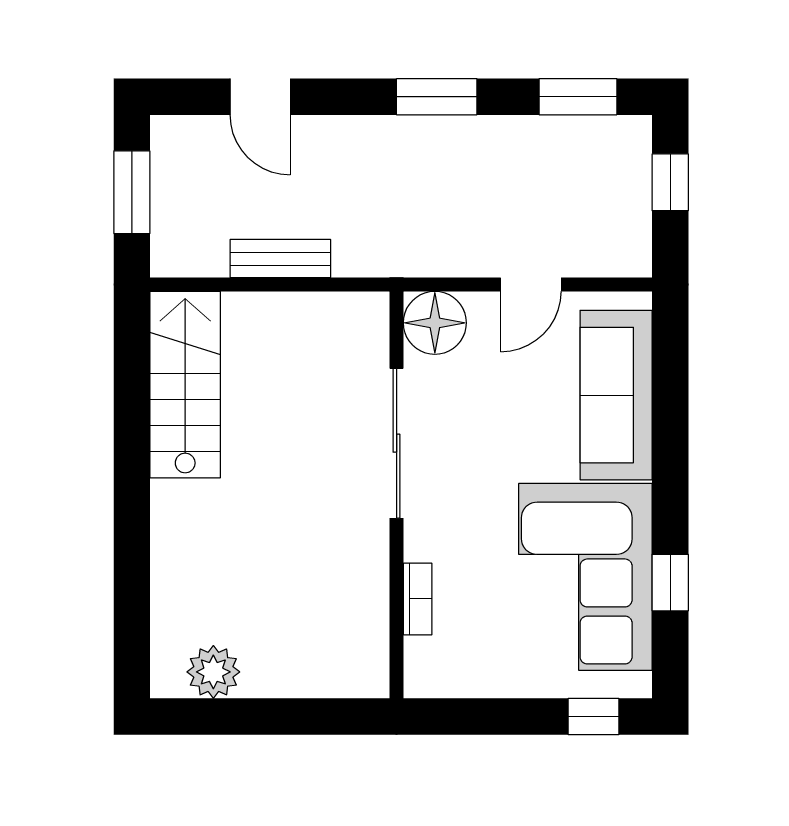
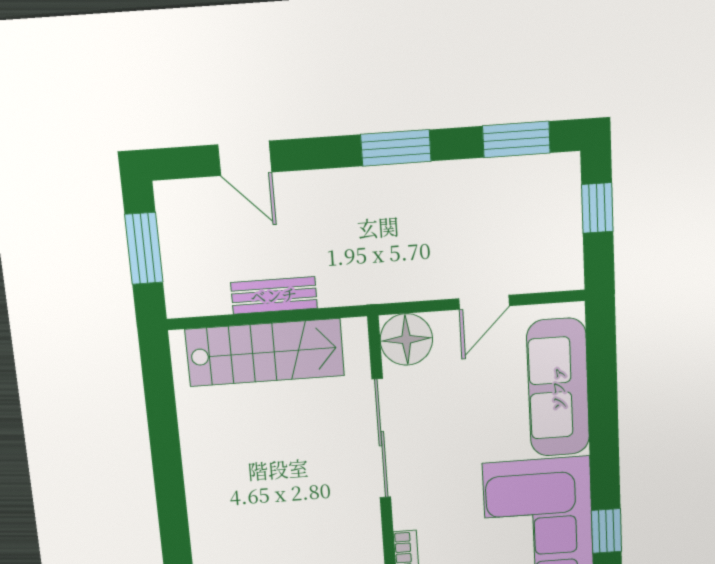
stairs: (185, 385) -> (265, 353), moved, turned 90

